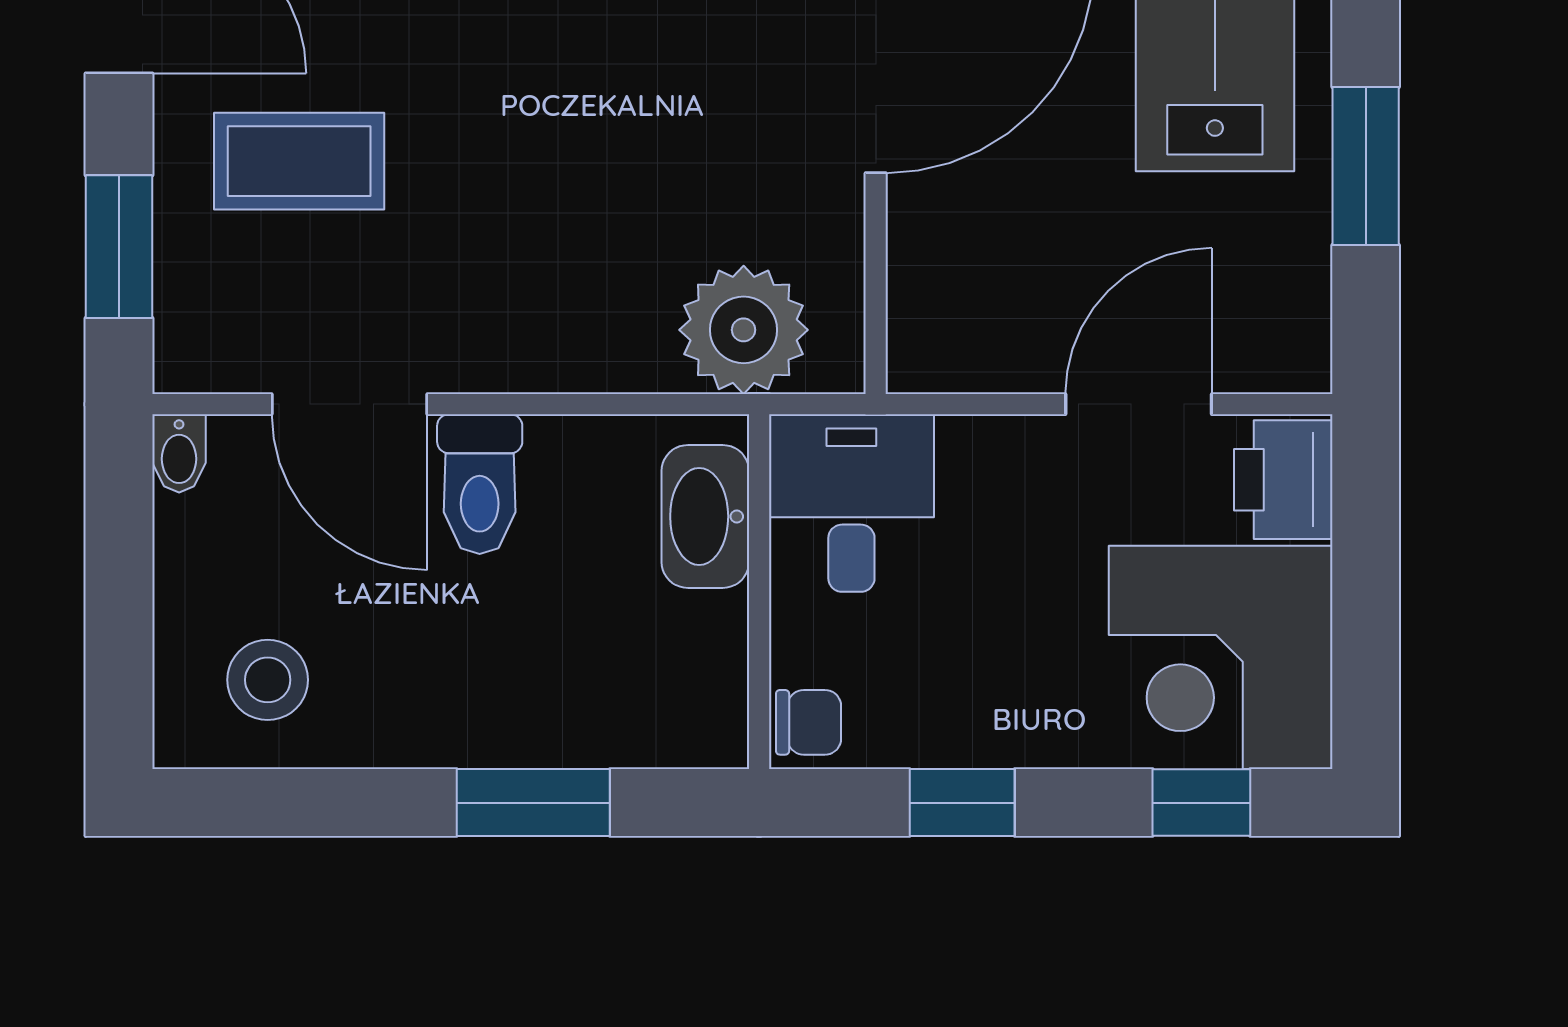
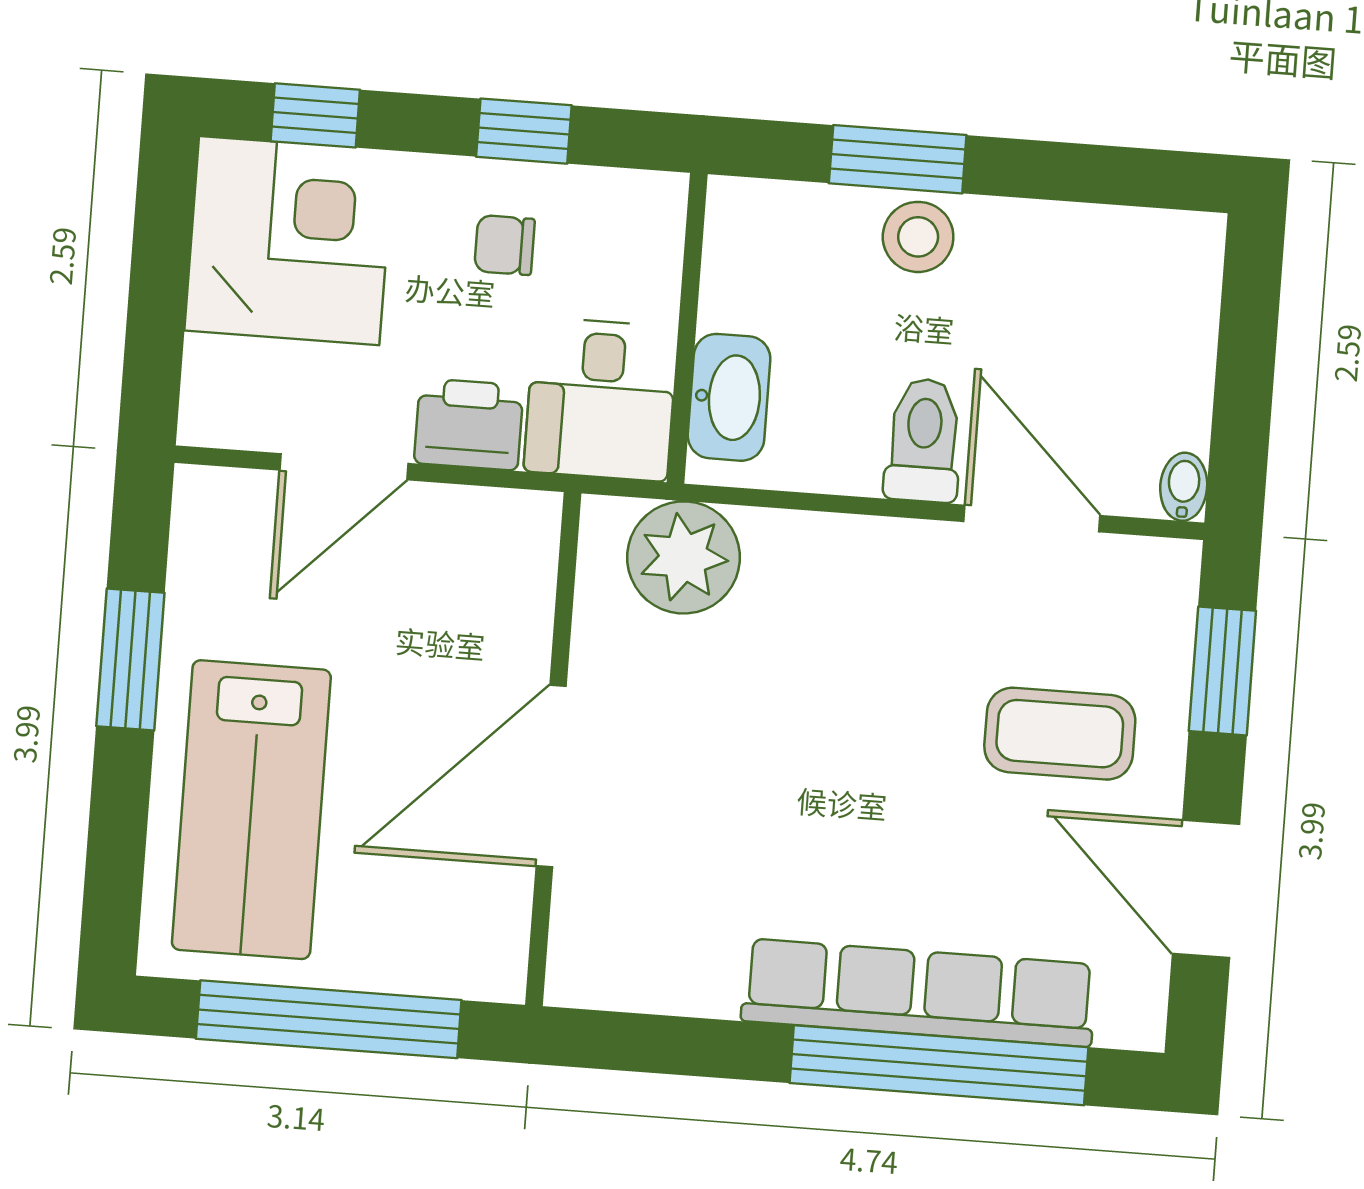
printer: (1283, 480) -> (469, 424), moved, turned -90
stool: (268, 680) -> (918, 237), moved
chair: (809, 722) -> (505, 245), moved

